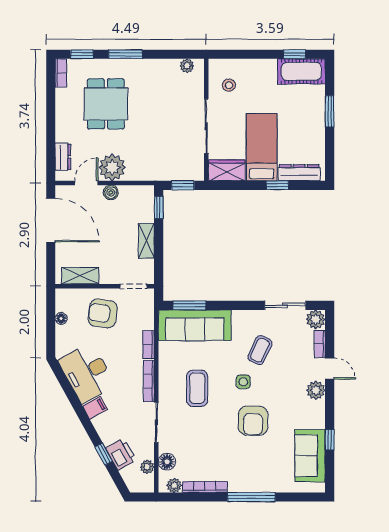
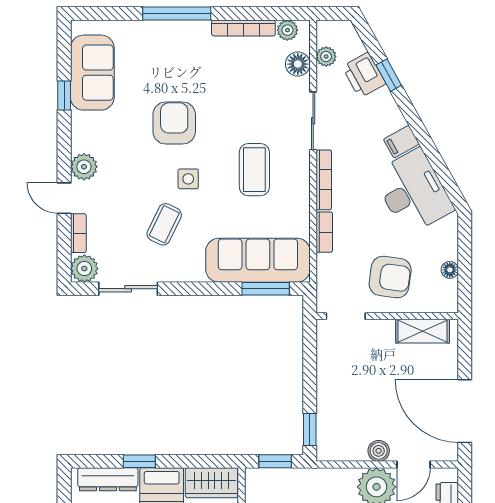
shelving: (146, 241) -> (327, 381), removed

